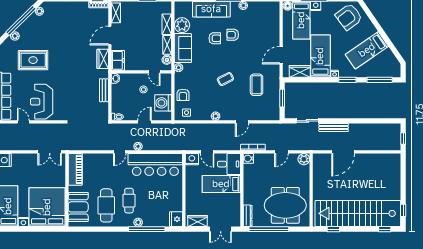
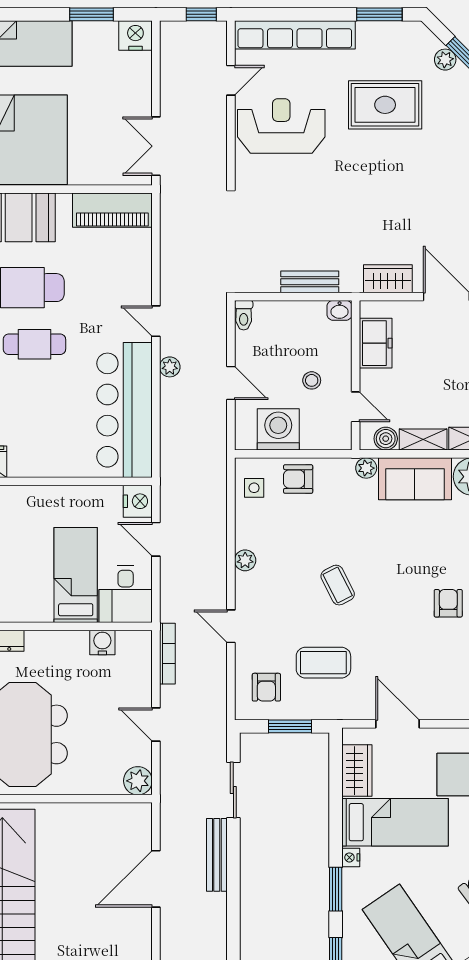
armchair: (215, 38) -> (266, 687), moved
rug: (33, 60) -> (385, 105), turned 90
freezer: (118, 60) -> (376, 343), moved, turned -90
door: (154, 72) -> (356, 407), swing flipped
door: (207, 152) -> (156, 539), hinge flipped
door: (343, 152) -> (156, 879), hinge flipped
water cooler: (248, 158) -> (102, 642), moved

